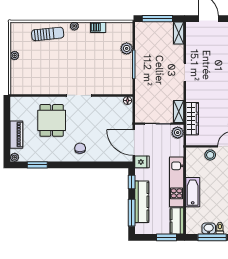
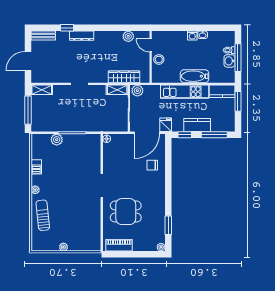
piano: (16, 135) -> (119, 245), moved
chair: (80, 148) -> (152, 165), moved
kitchen counter: (142, 202) -> (197, 125), width x0.67

